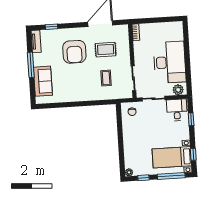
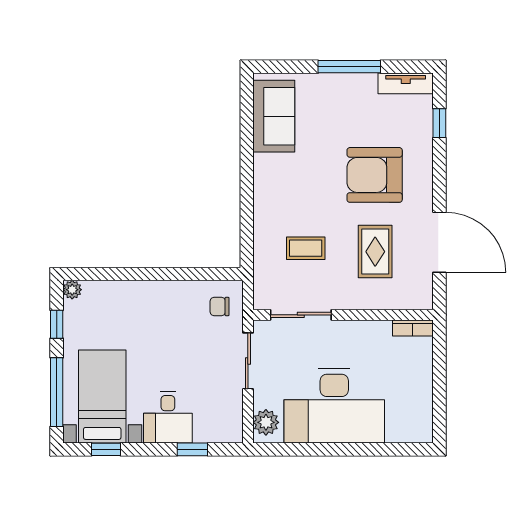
sofa: (43, 81) -> (274, 116), moved, turned -90
desk: (177, 110) -> (168, 417), moved, turned 90

